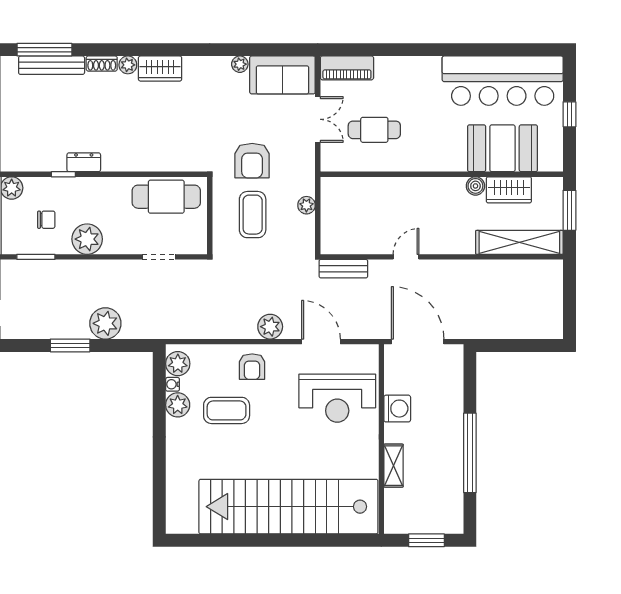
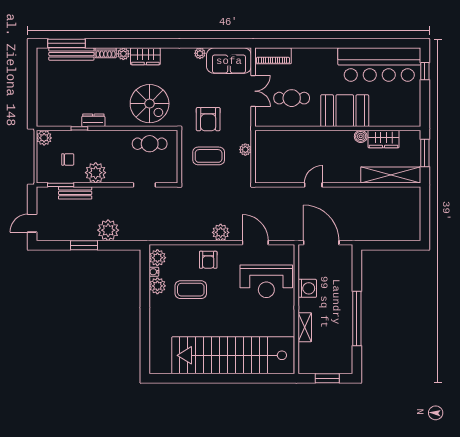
window: (569, 114) -> (425, 71), moved
spiral stairs: (166, 138) -> (150, 104), added
booth: (502, 148) -> (345, 111), moved
cafe table: (166, 197) -> (150, 144), width x0.73, depth x0.74
coffee table: (253, 215) -> (209, 156), turned 90
bench: (343, 269) -> (75, 193), moved

